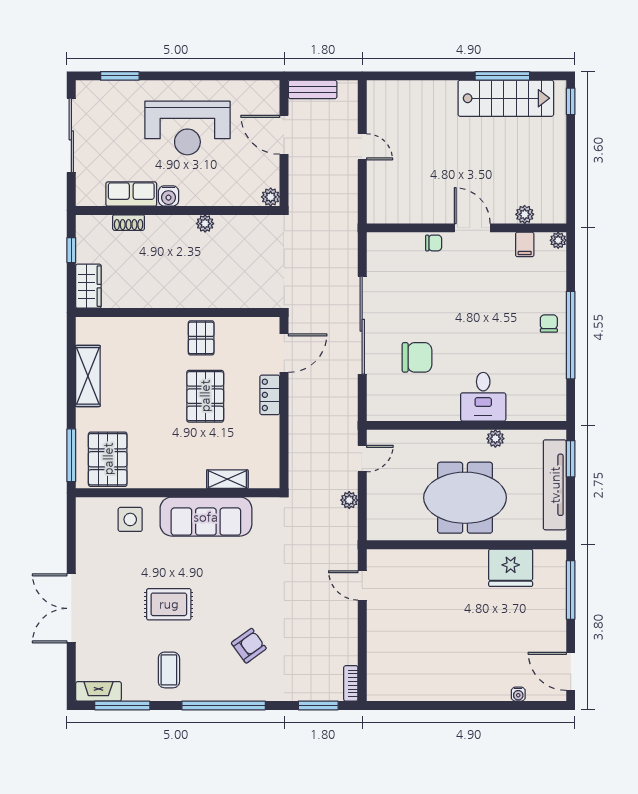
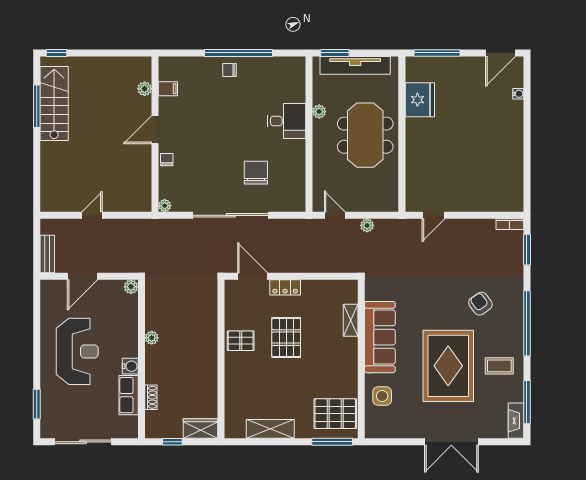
plant: (558, 240) -> (165, 206), moved
pallet: (205, 396) -> (286, 338), turned 90
rug: (169, 604) -> (448, 366), width x1.86, depth x2.06

